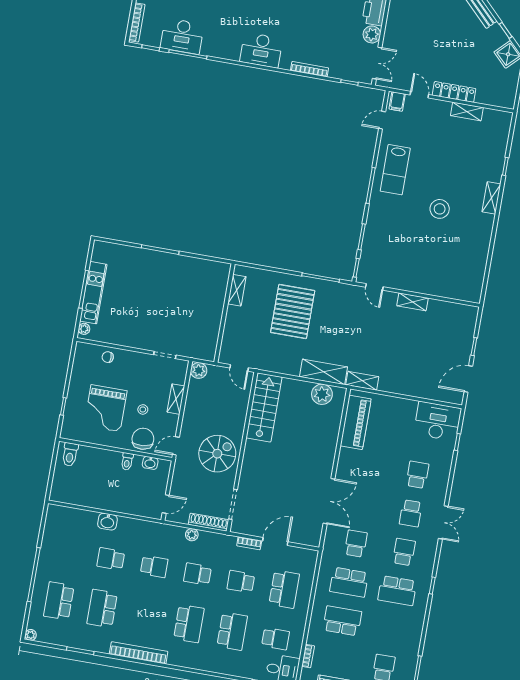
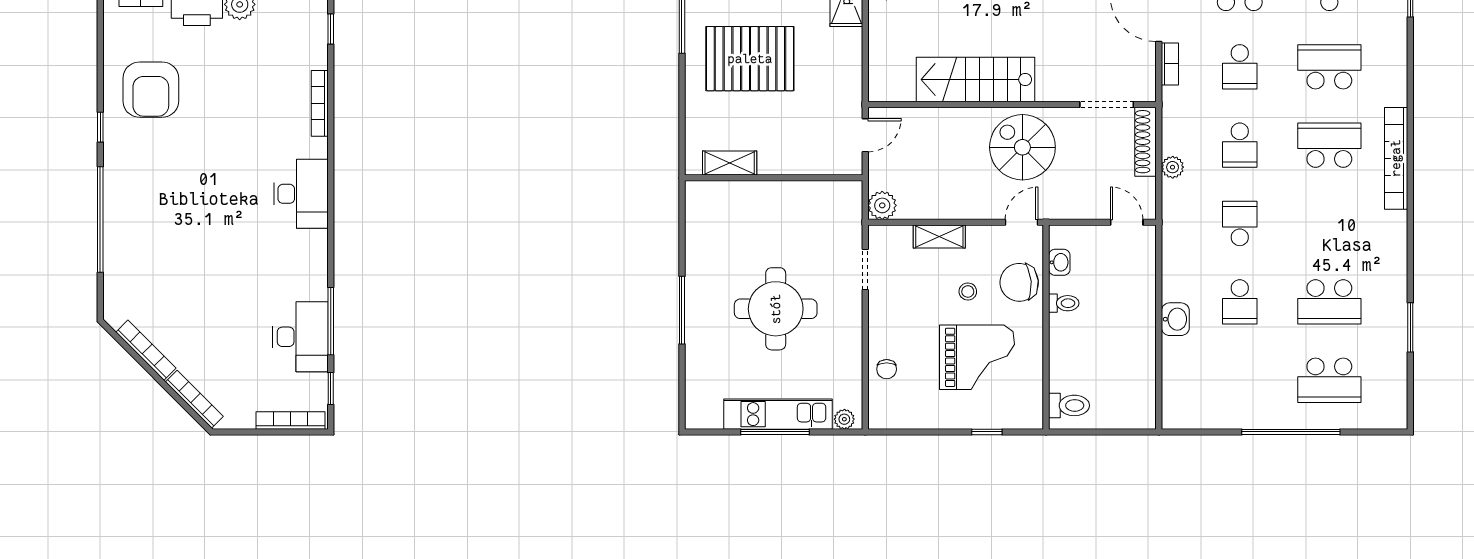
round table: (152, 302) -> (776, 309), added
stairs: (264, 407) -> (976, 80), moved
door: (176, 446) -> (1022, 222), swing flipped
plant: (31, 635) -> (1398, 419), removed
bookcase: (139, 653) -> (1396, 158), moved

